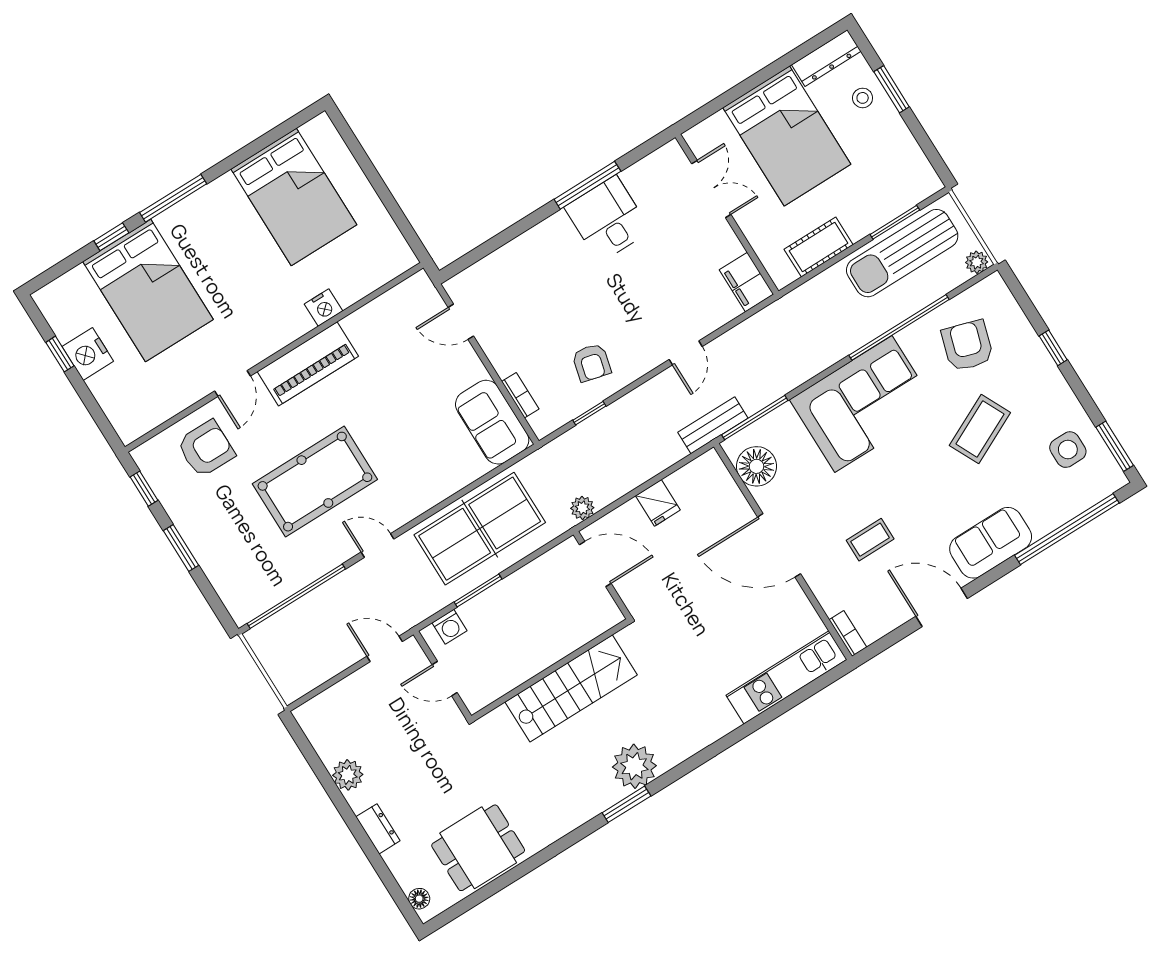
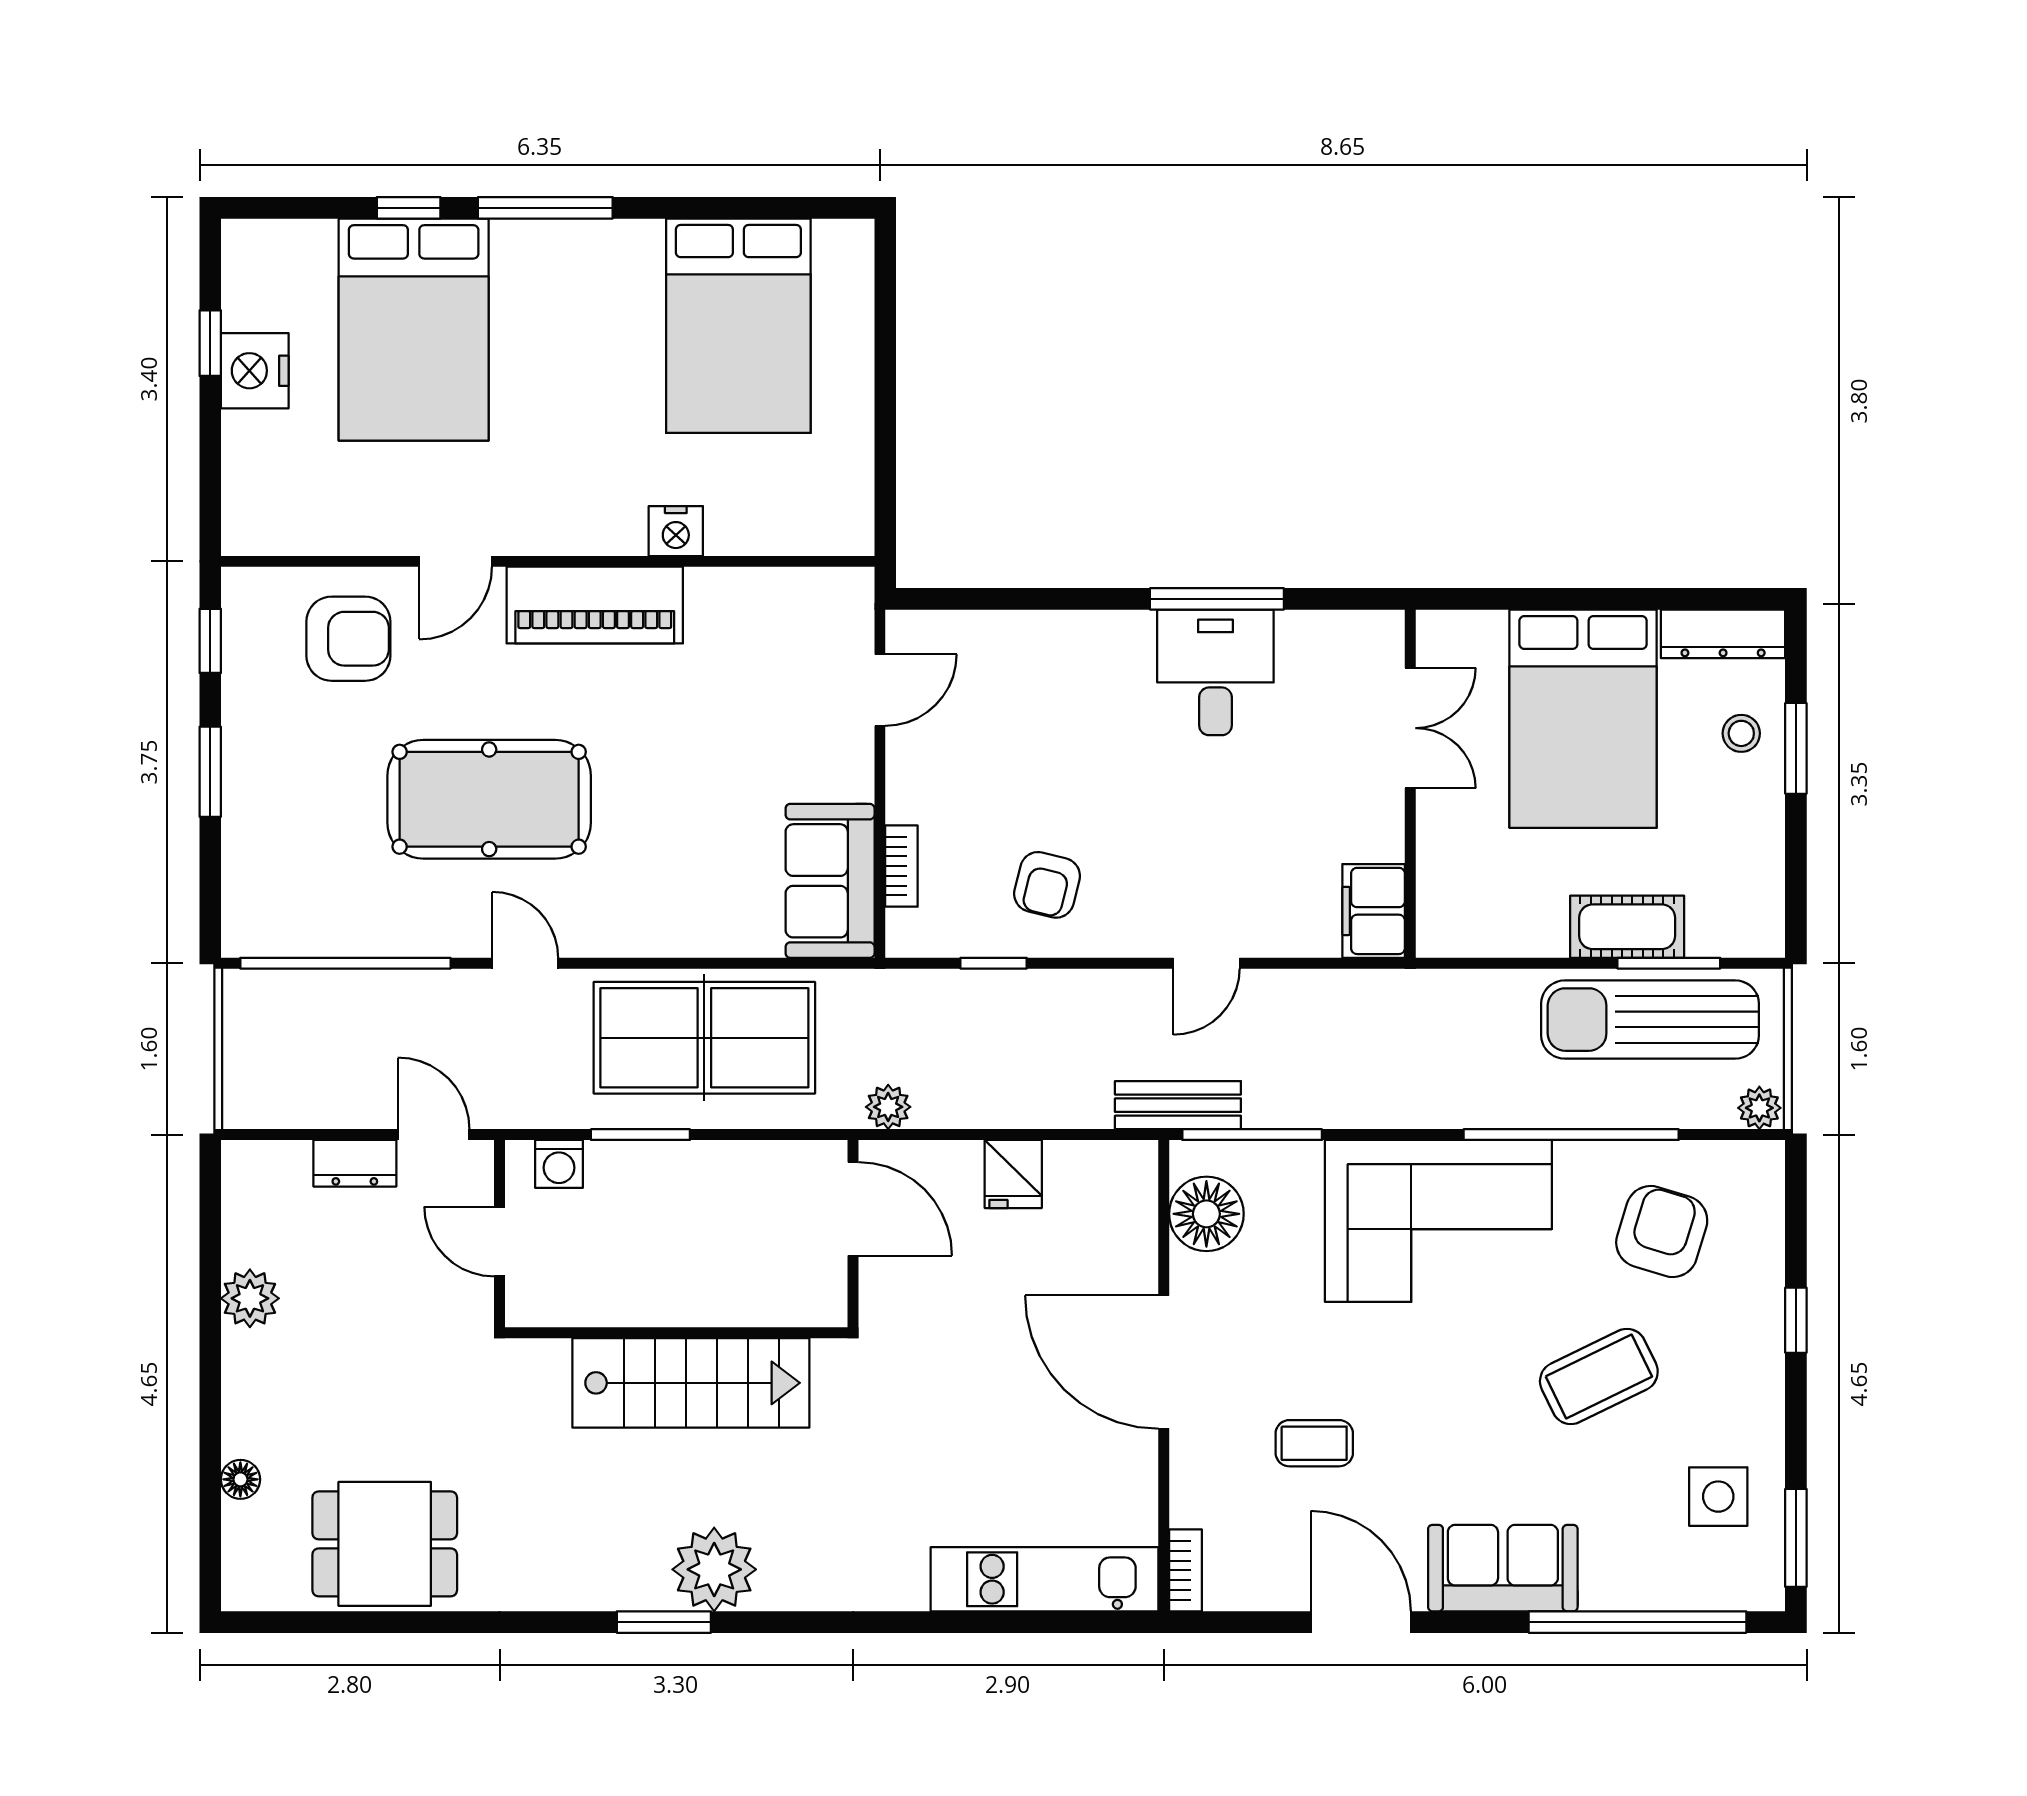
cot: (819, 247) -> (1627, 927), moved
door: (461, 322) -> (880, 690), swing flipped
dresser: (378, 829) -> (355, 1163), moved, turned 90
floor lamp: (419, 899) -> (240, 1479), moved

